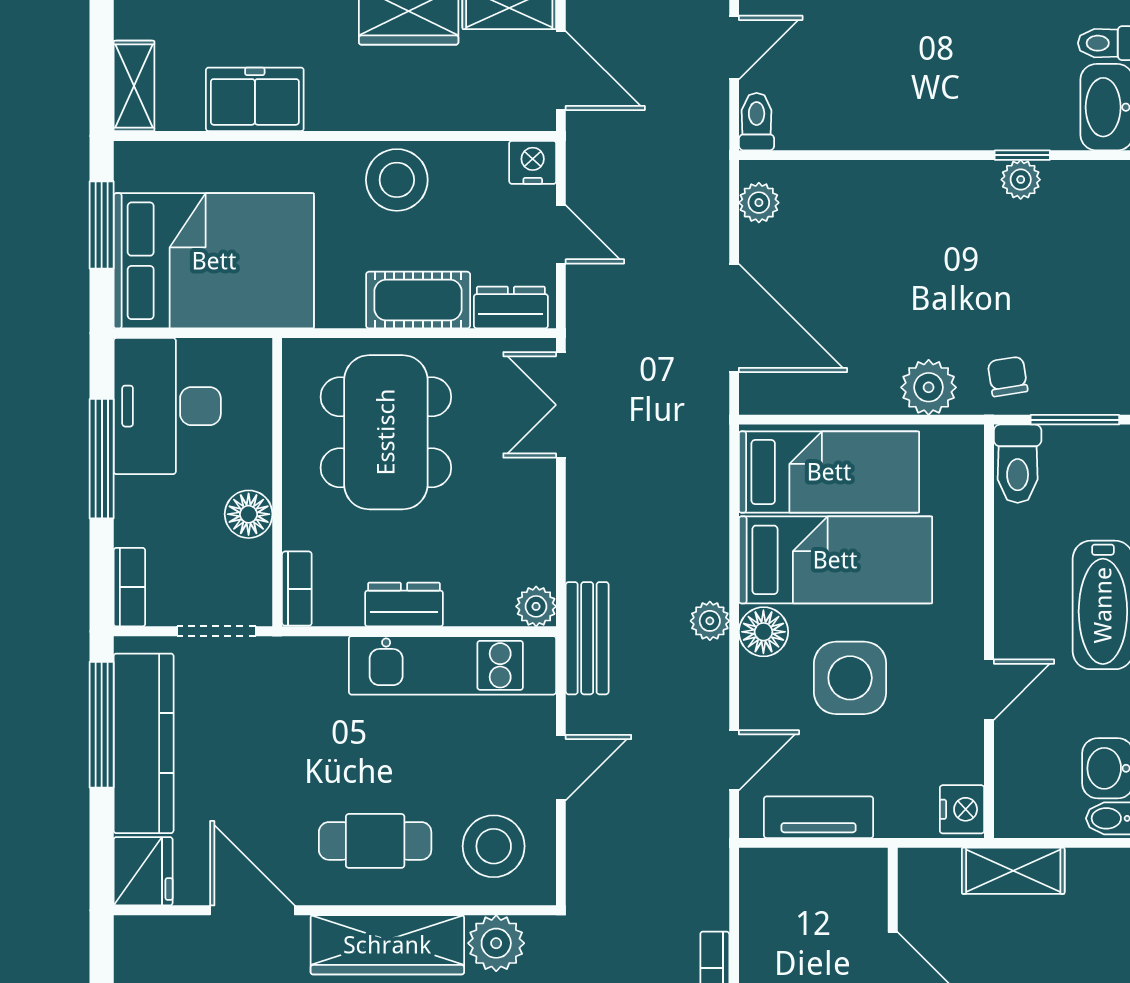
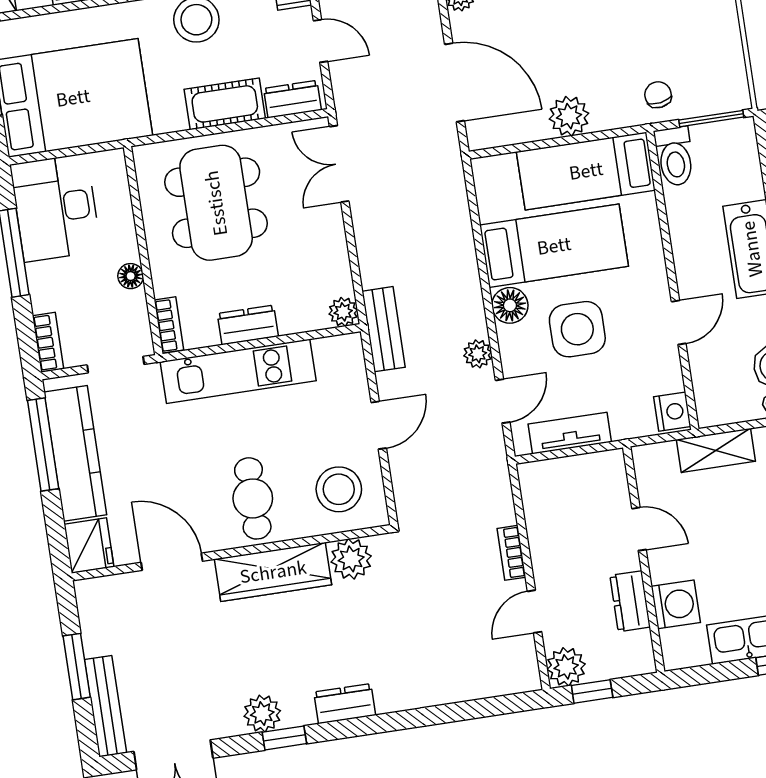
plant: (929, 387) -> (569, 116), moved
bed: (829, 472) -> (586, 171), moved, turned 180
floor lamp: (249, 514) -> (131, 276), width x0.73, depth x0.73
plant: (710, 621) -> (478, 354), moved
kitchen unit: (452, 665) -> (238, 371), moved
cafe table: (375, 841) -> (253, 498), turned 90

